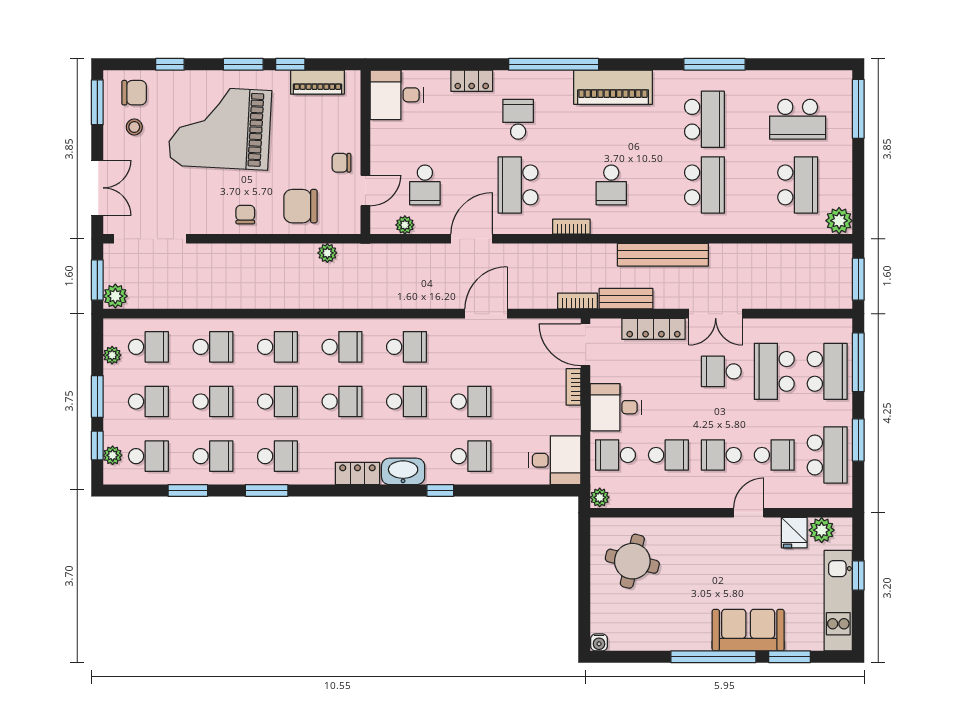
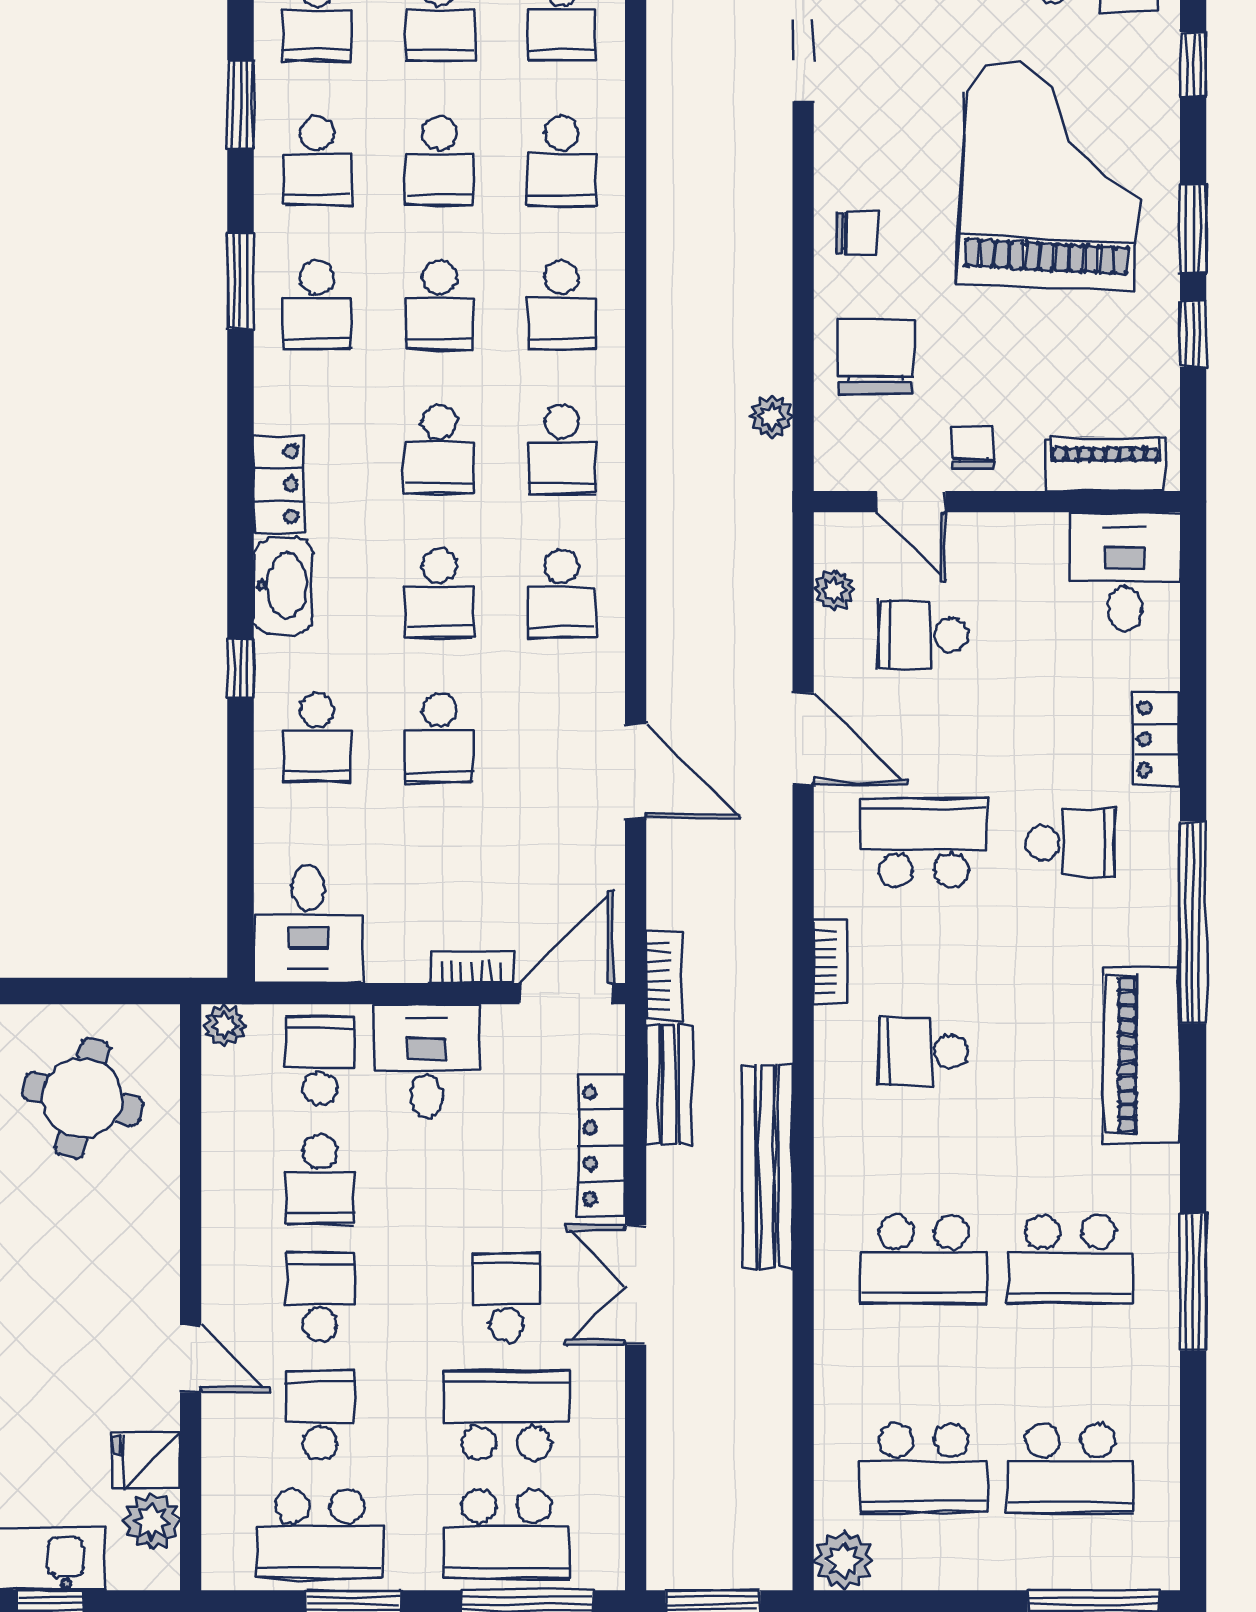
piano: (317, 82) -> (1105, 464), moved, turned 90
school desk: (798, 119) -> (1070, 1468), turned -90
school desk: (774, 455) -> (320, 1416), turned 180

